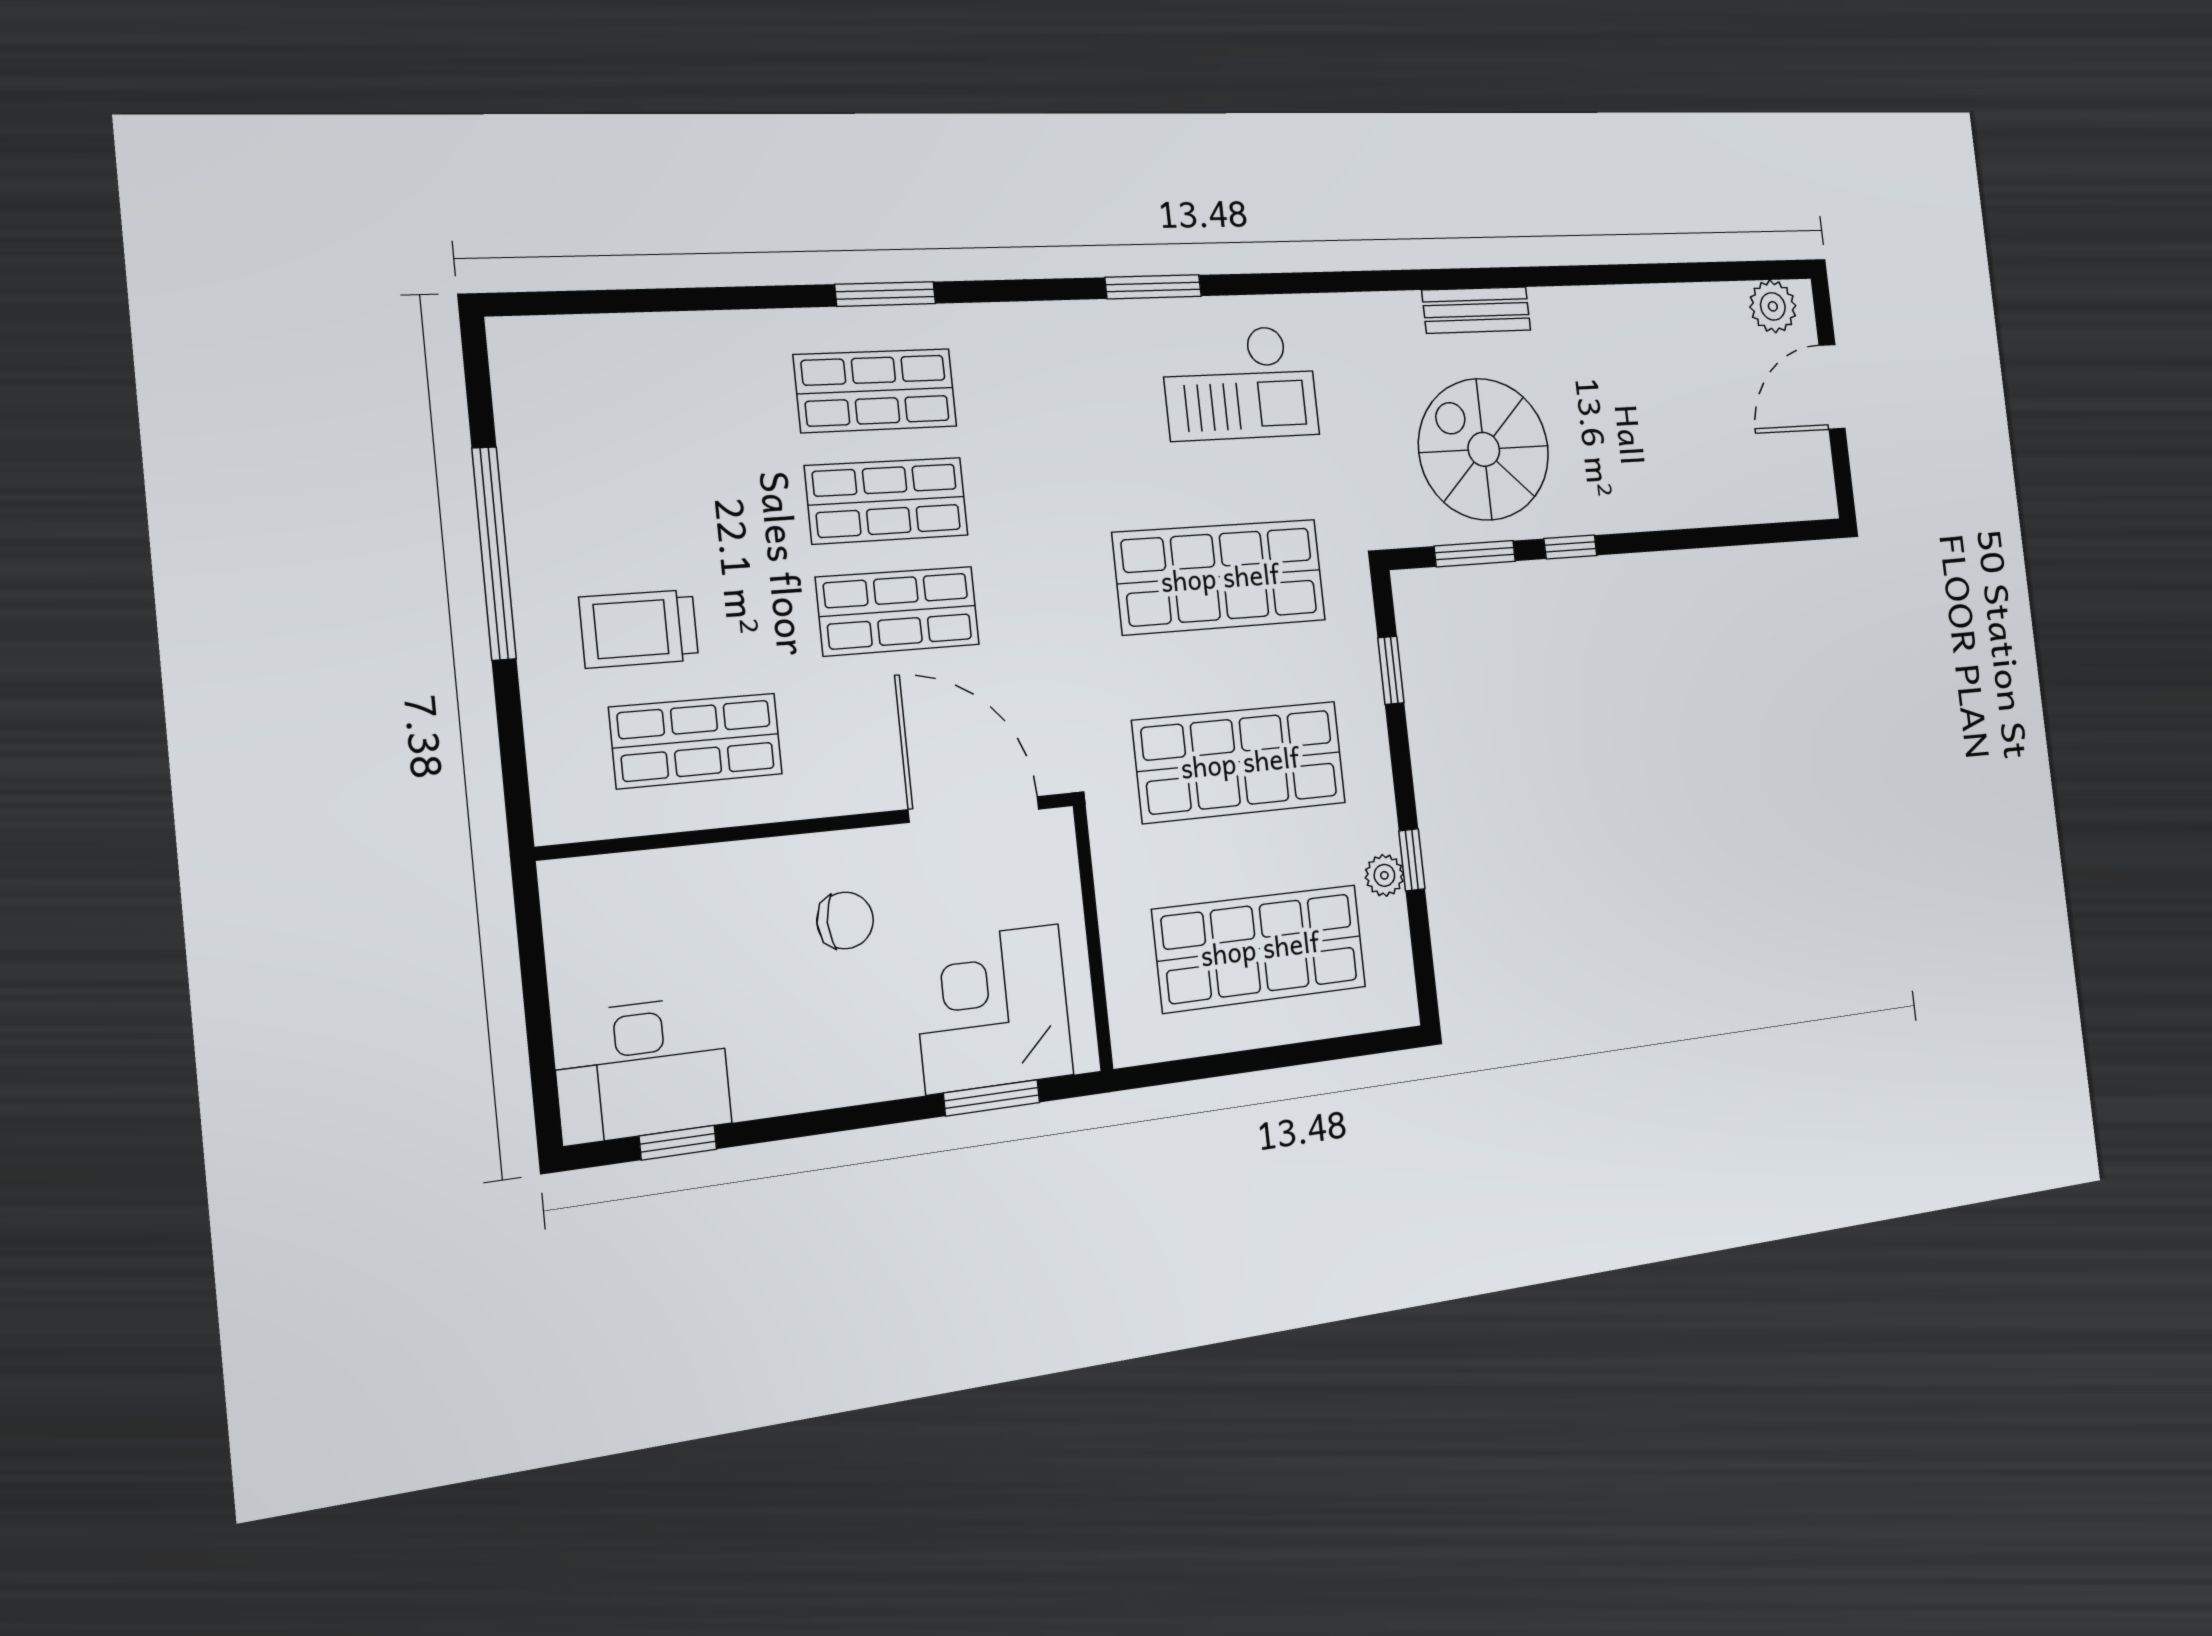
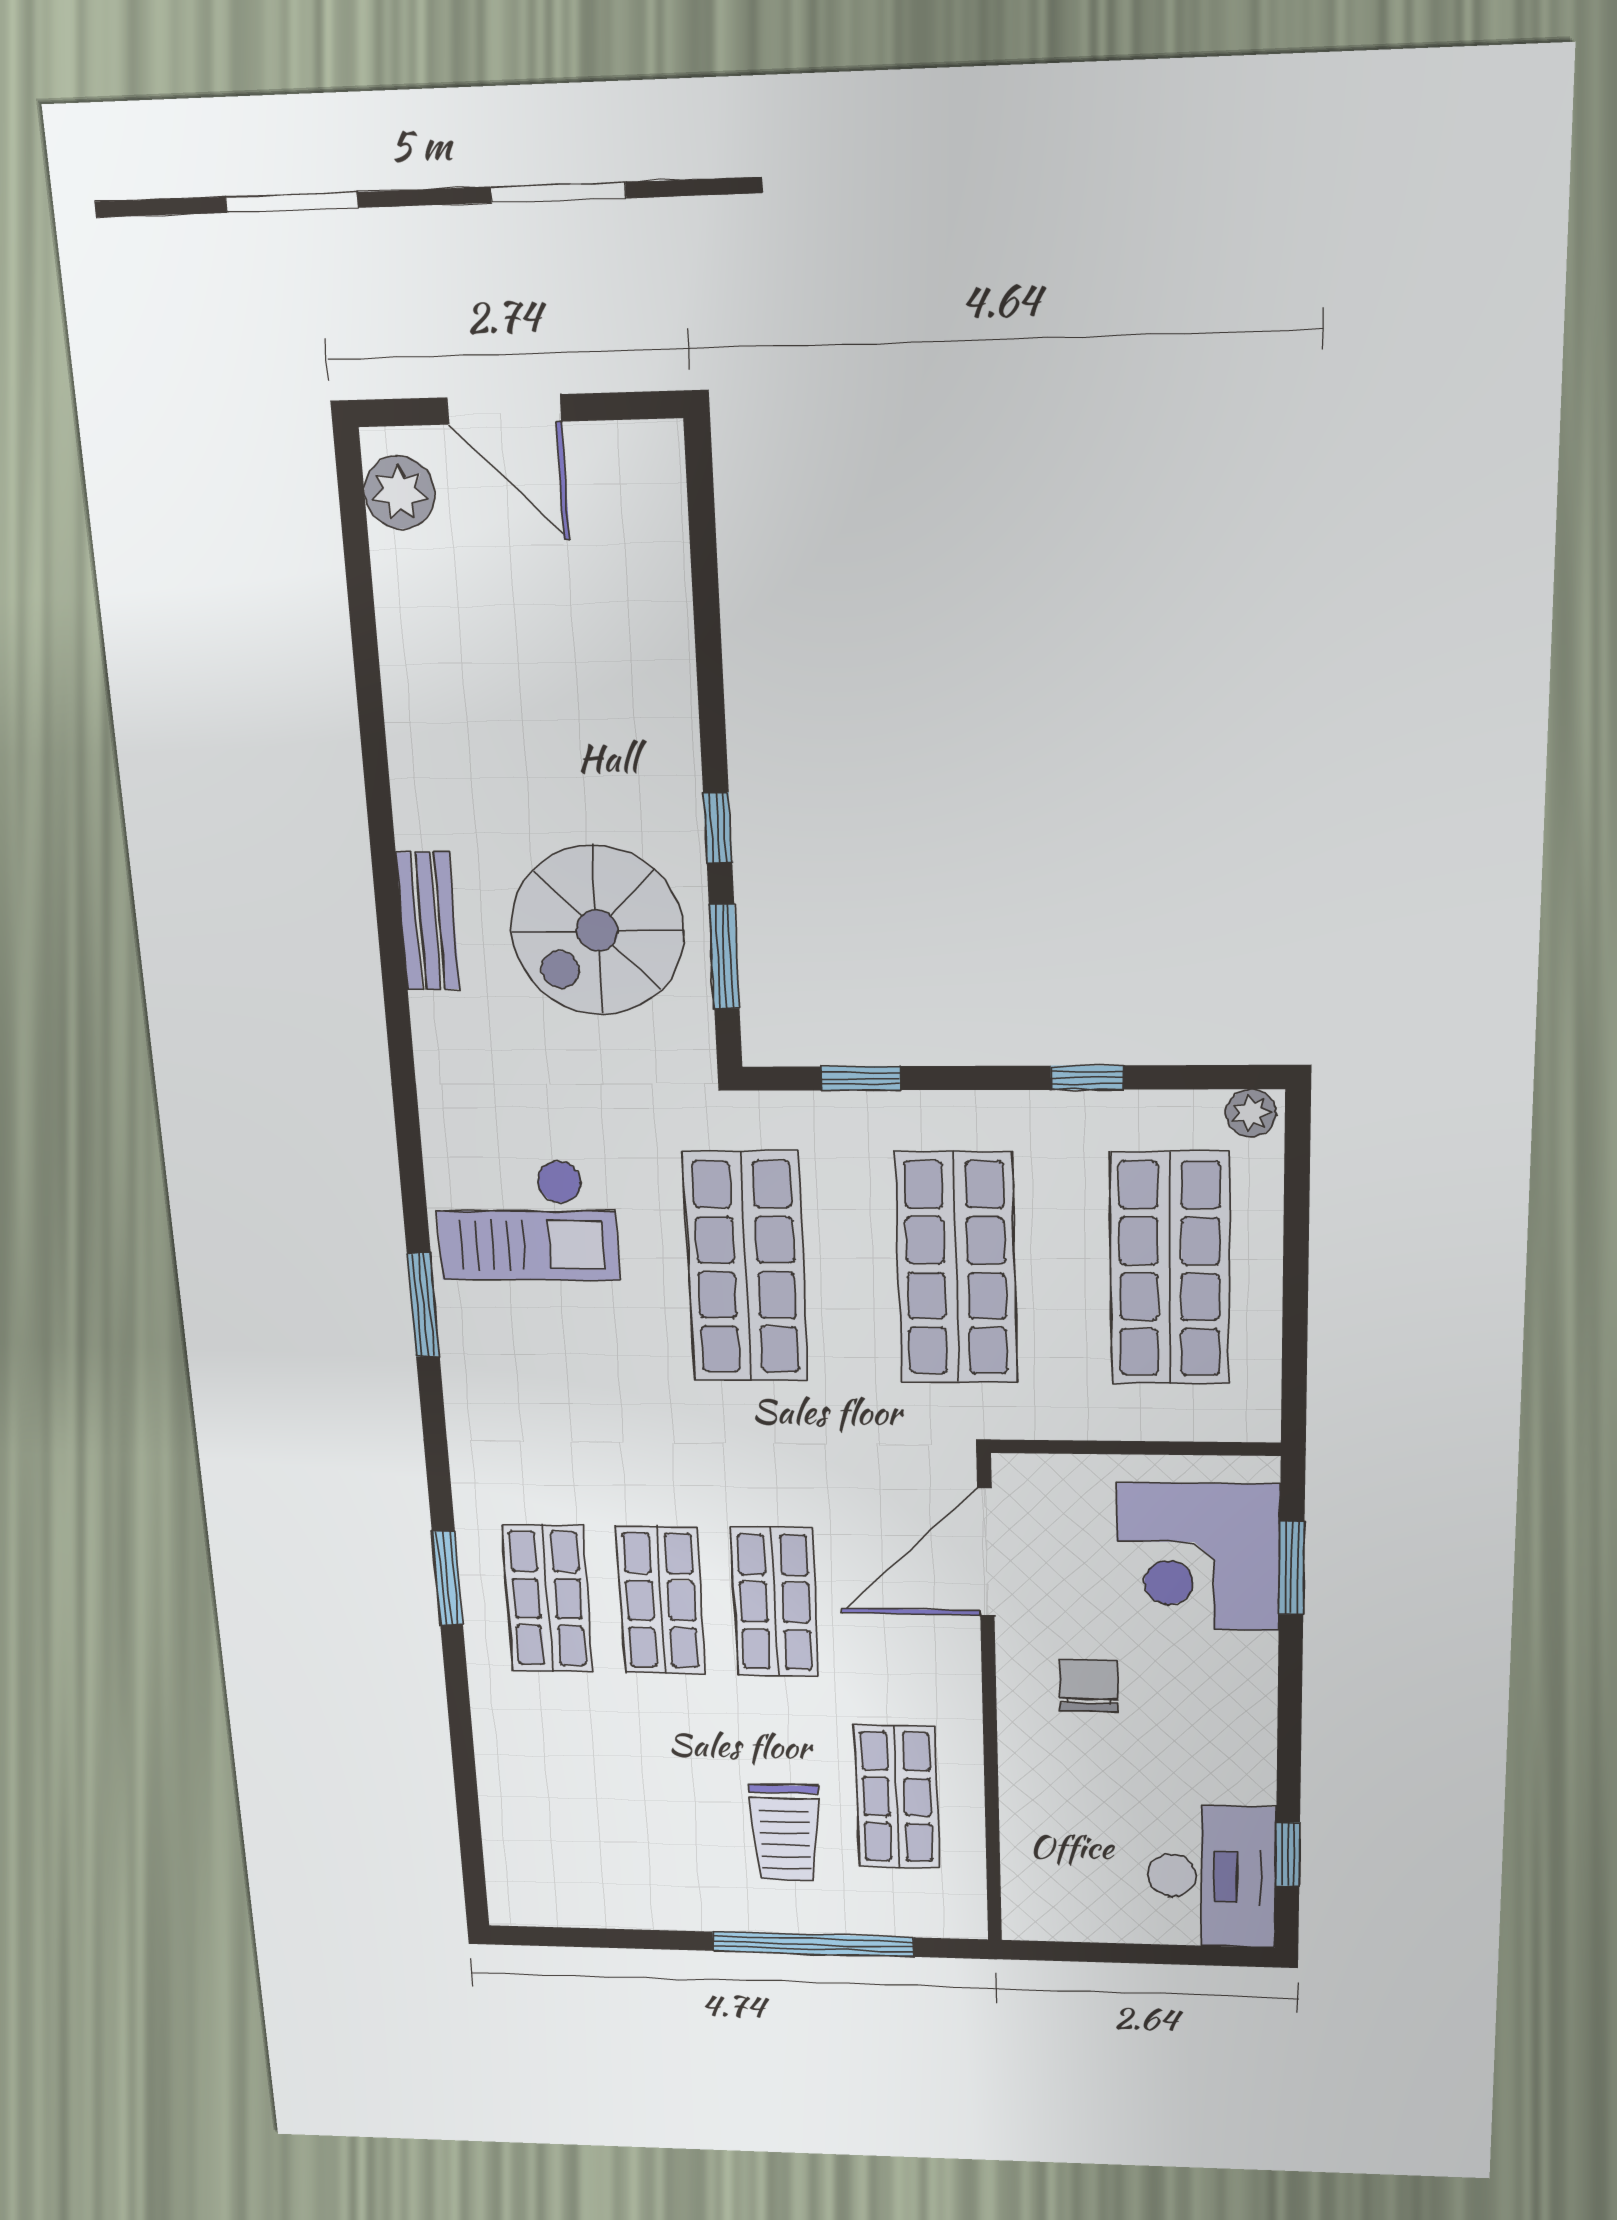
checkout: (1240, 383) -> (526, 1220), turned 90
window: (494, 553) -> (813, 1944), moved
plant: (1384, 875) -> (1251, 1113), moved

